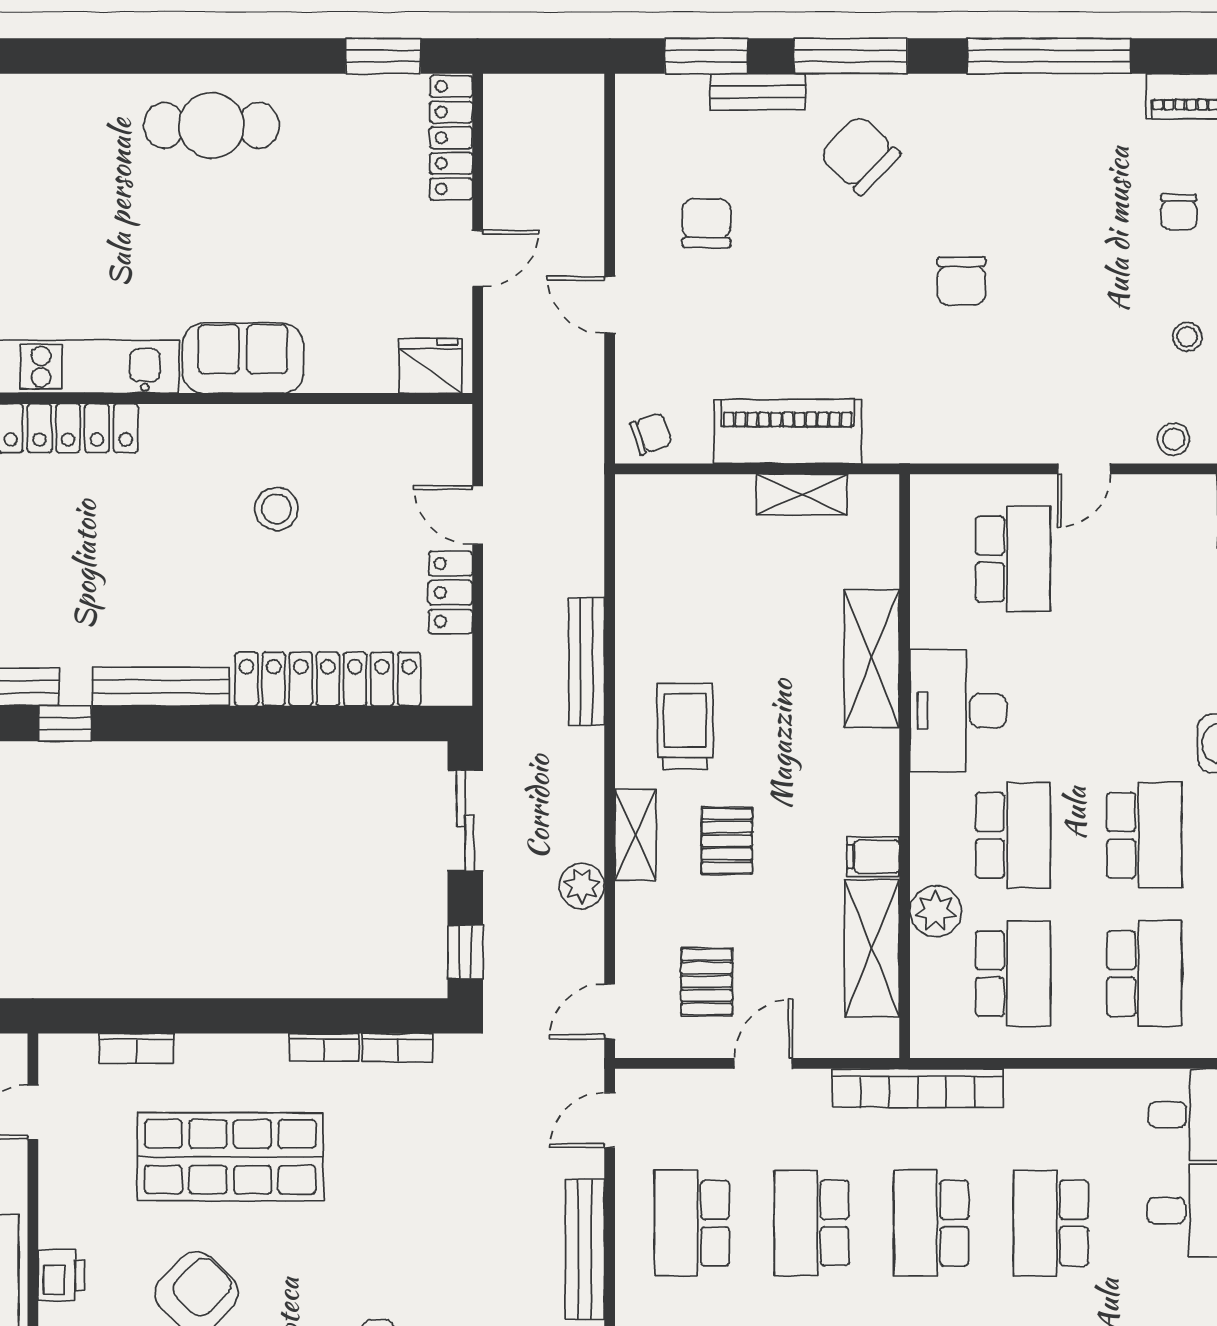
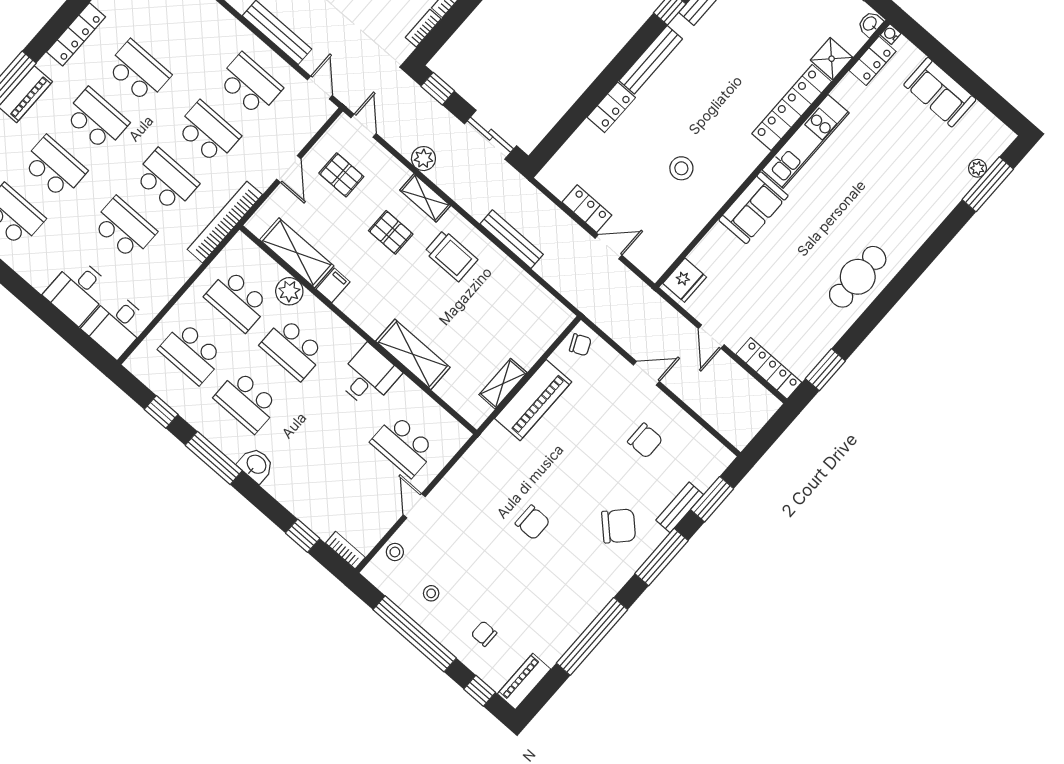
chair: (961, 281) -> (533, 522), turned 180
chair: (651, 434) -> (580, 345), turned -96
locker: (328, 679) -> (611, 107), width x0.46, depth x0.83
desk: (958, 711) -> (368, 376), width x0.73

